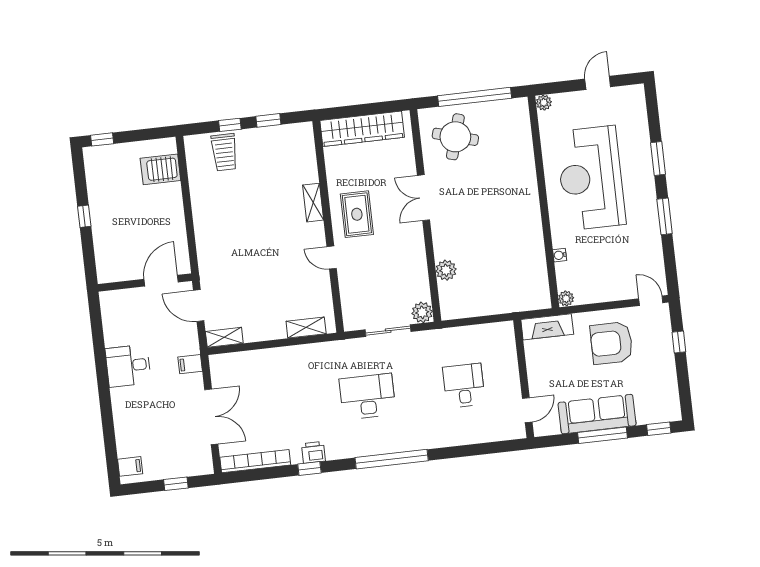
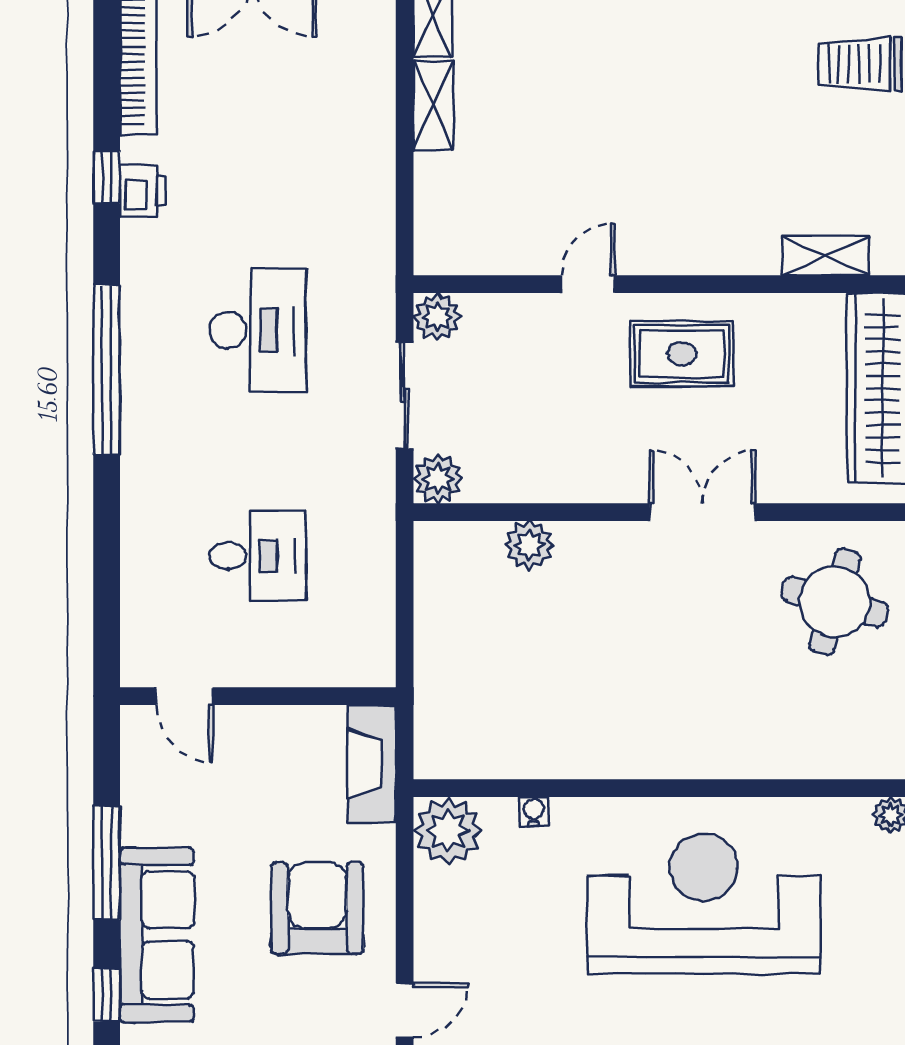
shelving: (313, 203) -> (826, 256), moved
plant: (566, 298) -> (448, 831), width x1.88, depth x1.88
plant: (353, 321) -> (437, 317), added
shelving: (306, 328) -> (433, 105), moved
sofa: (597, 414) -> (157, 935), moved

